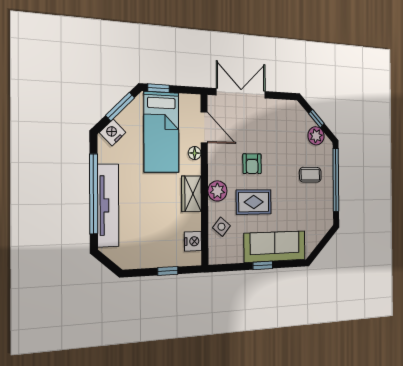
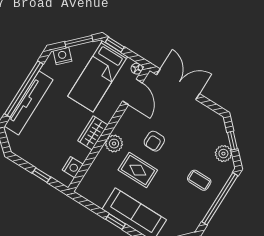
floor lamp: (195, 153) -> (137, 69), moved
side table: (221, 227) -> (101, 171), removed

